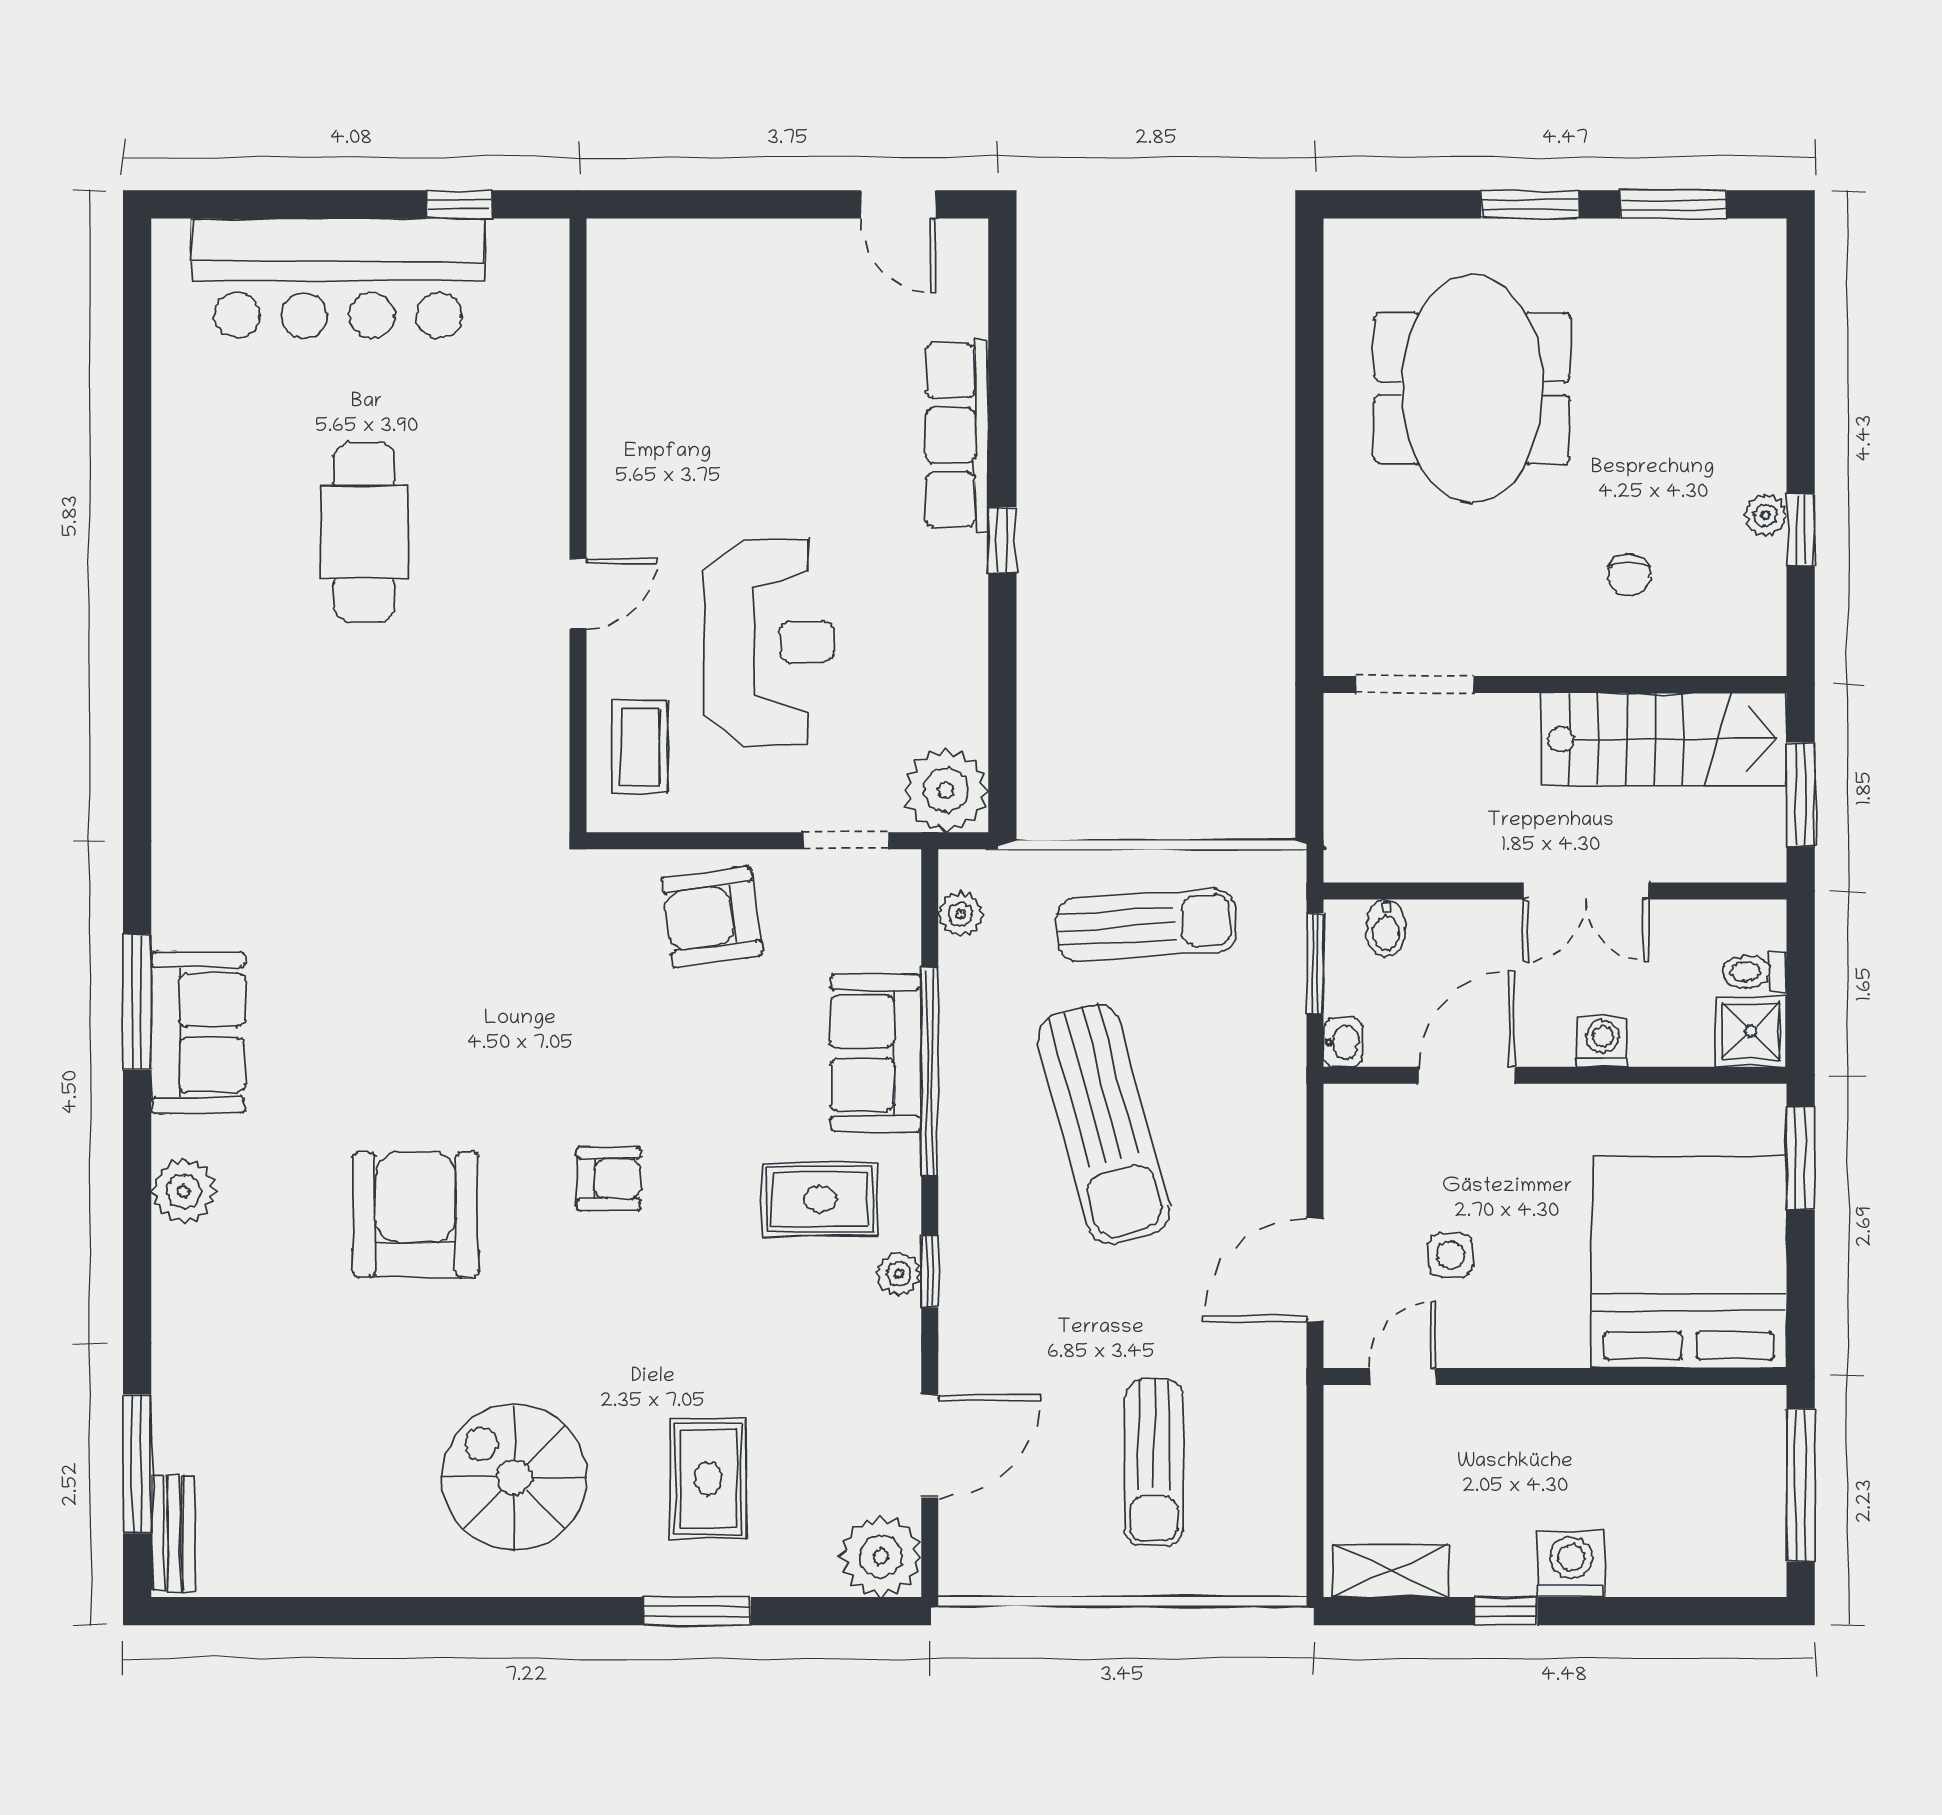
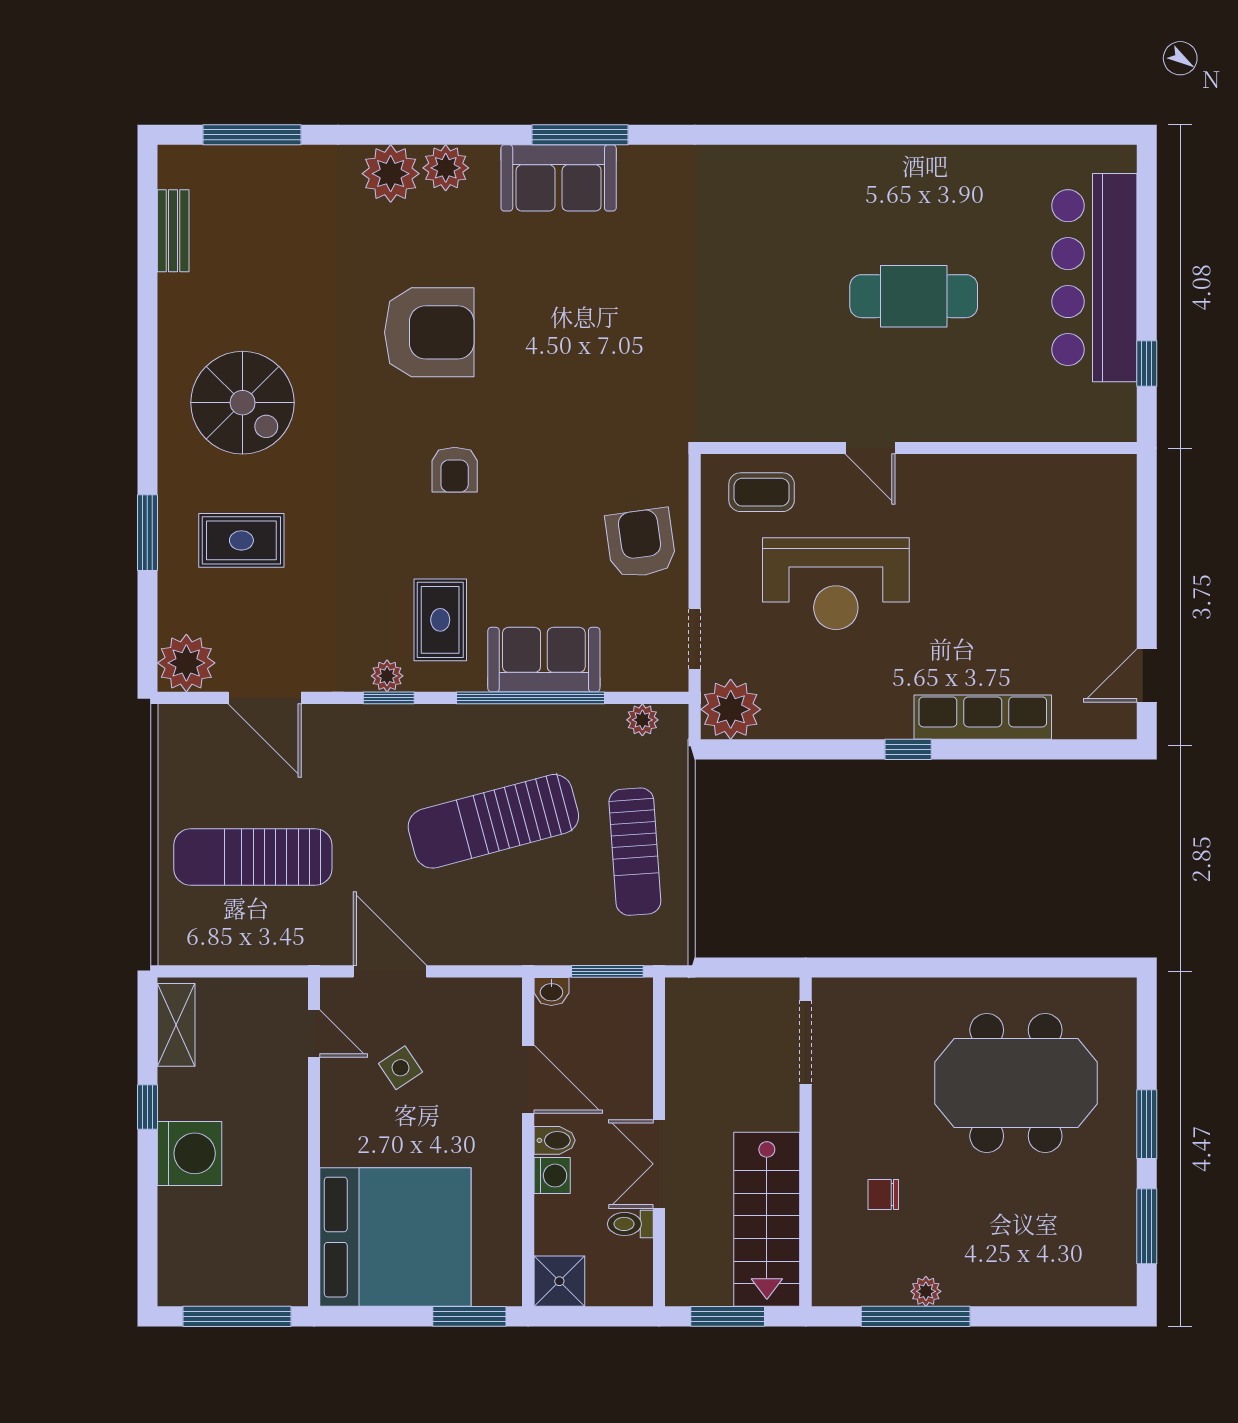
window: (1801, 530) -> (916, 1316), width x2.17
bidet: (1386, 928) -> (555, 1140), moved, turned 180
toilet: (1755, 972) -> (630, 1224), moved, turned -90
side table: (1451, 1255) -> (401, 1068), turned -34
plant: (192, 1269) -> (391, 174), added
sun lounger: (1154, 1463) -> (253, 857), width x1.36, depth x1.34
spiral stairs: (514, 1477) -> (243, 403), turned 90
bench: (173, 1533) -> (173, 231), moved, turned 90
washing machine: (1571, 1564) -> (189, 1153), width x1.37, depth x1.37

